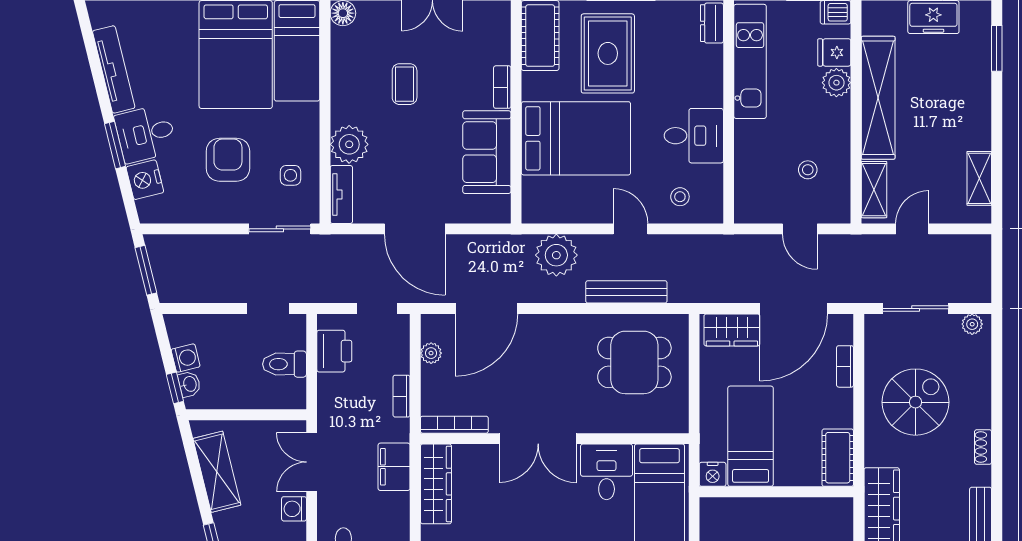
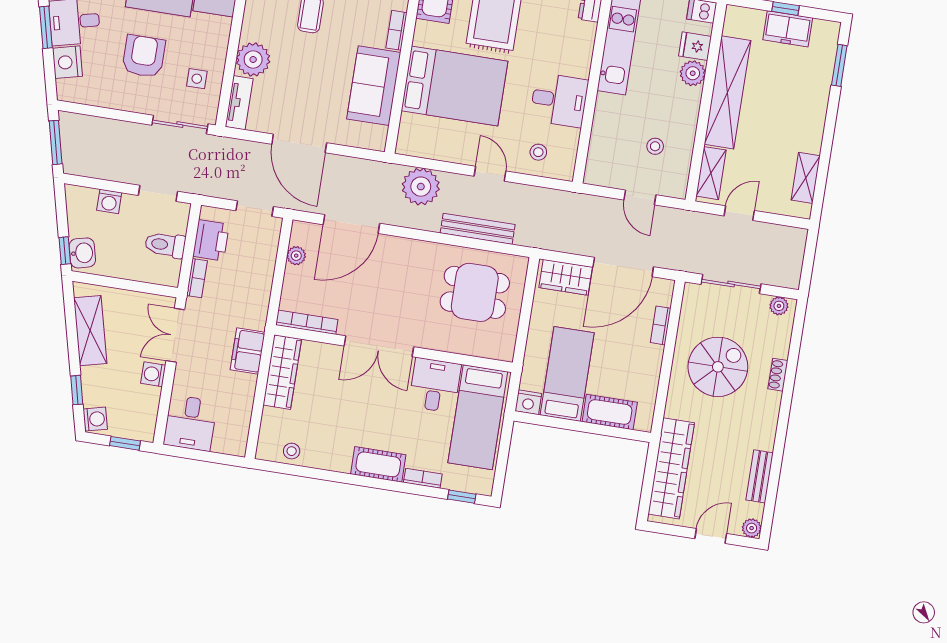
washing machine: (186, 358) -> (109, 201), moved, turned 104
washbasin: (189, 384) -> (82, 253), width x1.38, depth x1.45
bookcase: (401, 396) -> (197, 278), moved, turned 180
shoe rack: (983, 447) -> (778, 375), moved
cot: (838, 458) -> (610, 412), moved, turned 90

